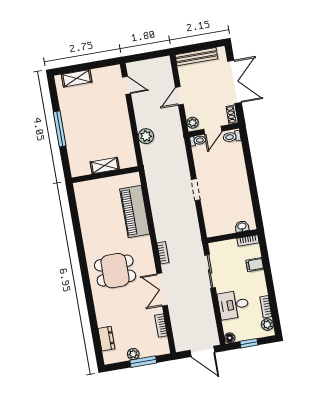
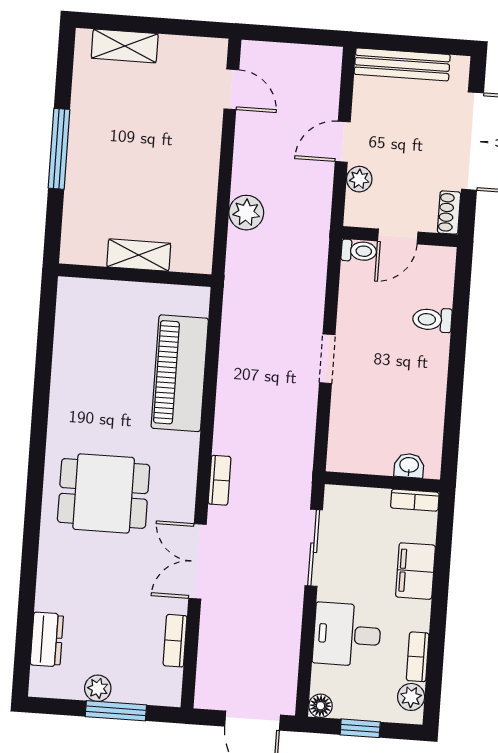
plant: (193, 123) -> (359, 179), moved
toilet: (232, 137) -> (432, 320), moved
filing cabinet: (255, 265) -> (415, 571), width x2.00

